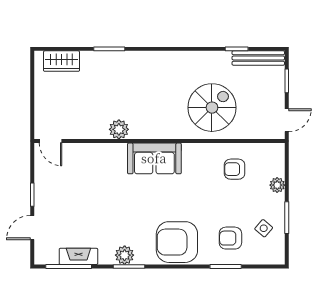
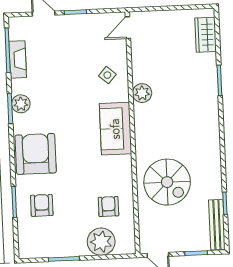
plant: (277, 185) -> (101, 242), width x1.87, depth x1.87
side table: (264, 228) -> (107, 75), moved

